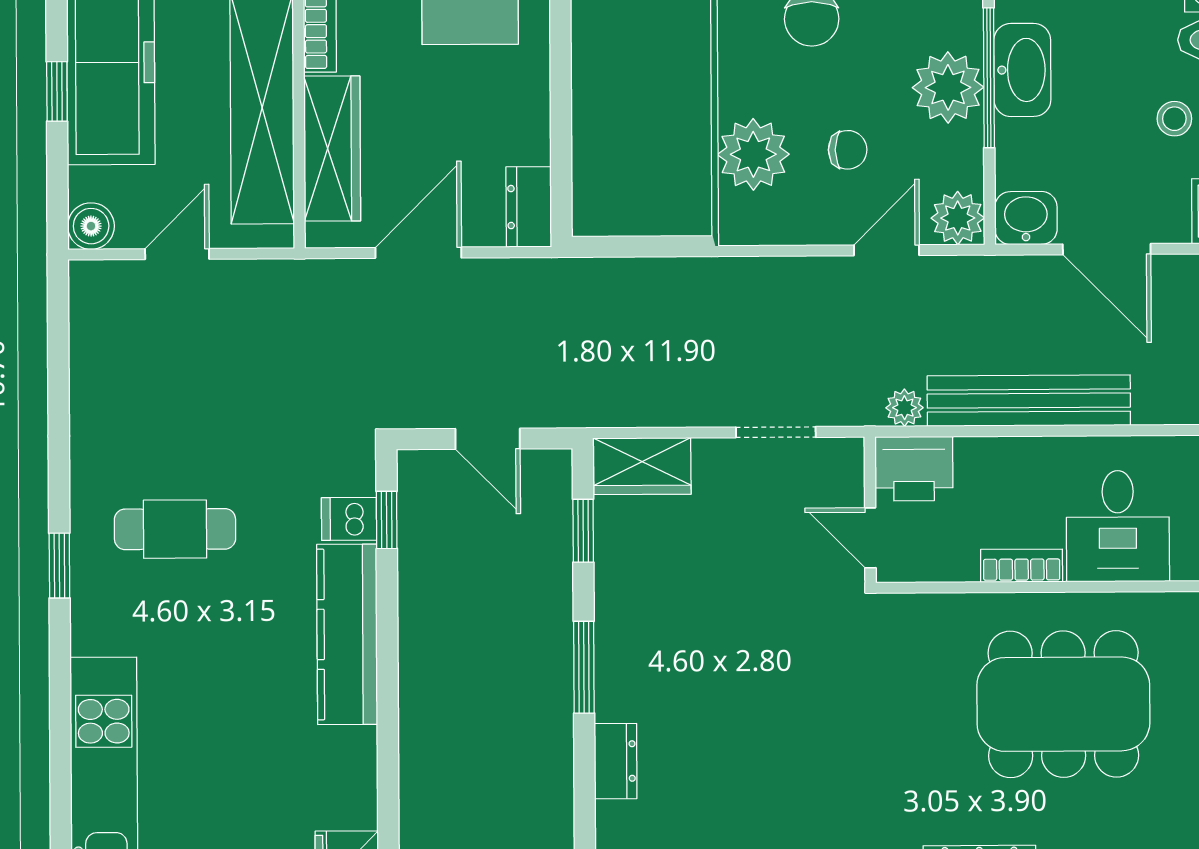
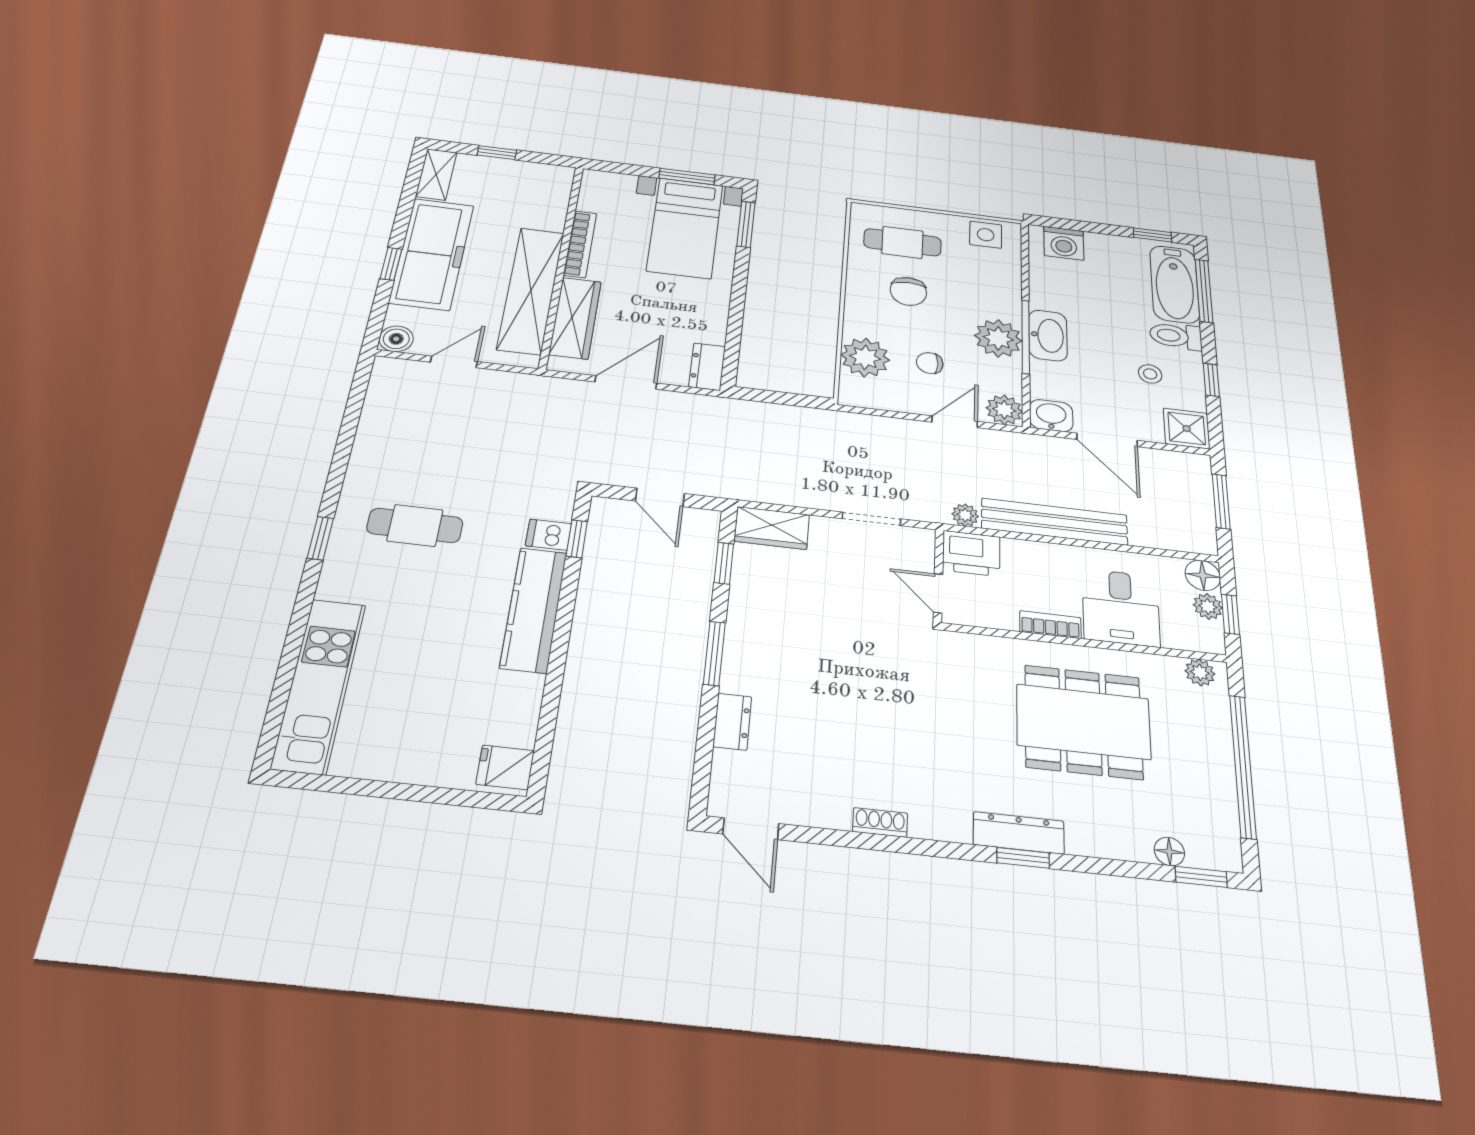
chair: (848, 150) -> (930, 363), turned 180

